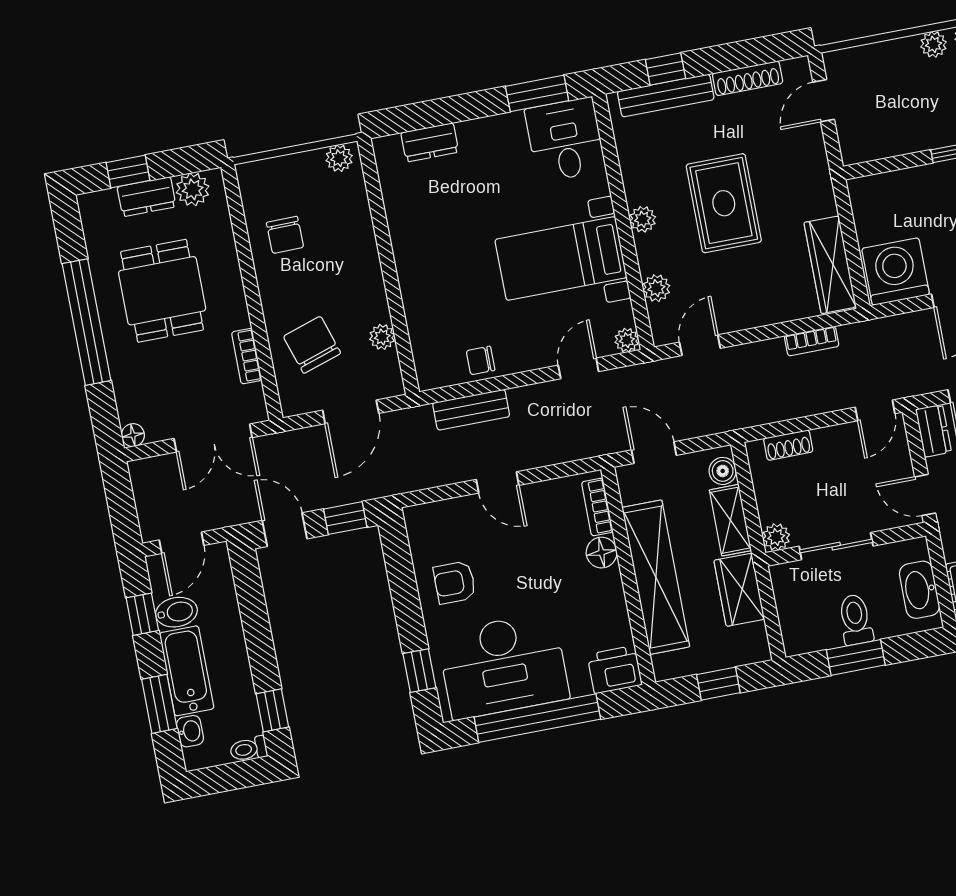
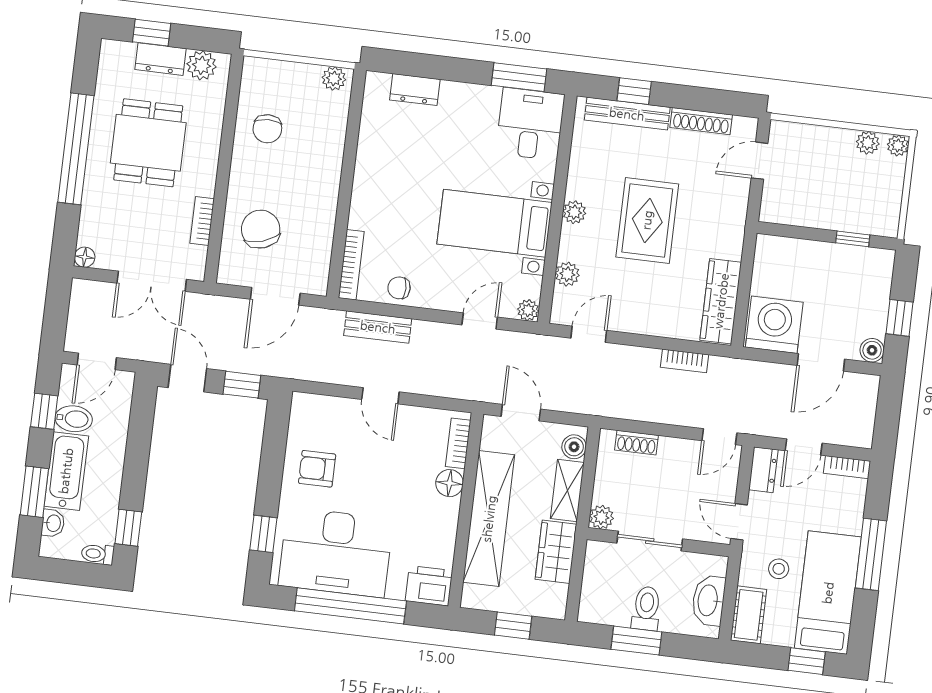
plant: (382, 337) -> (322, 241), removed
bookcase: (421, 352) -> (351, 265), added

